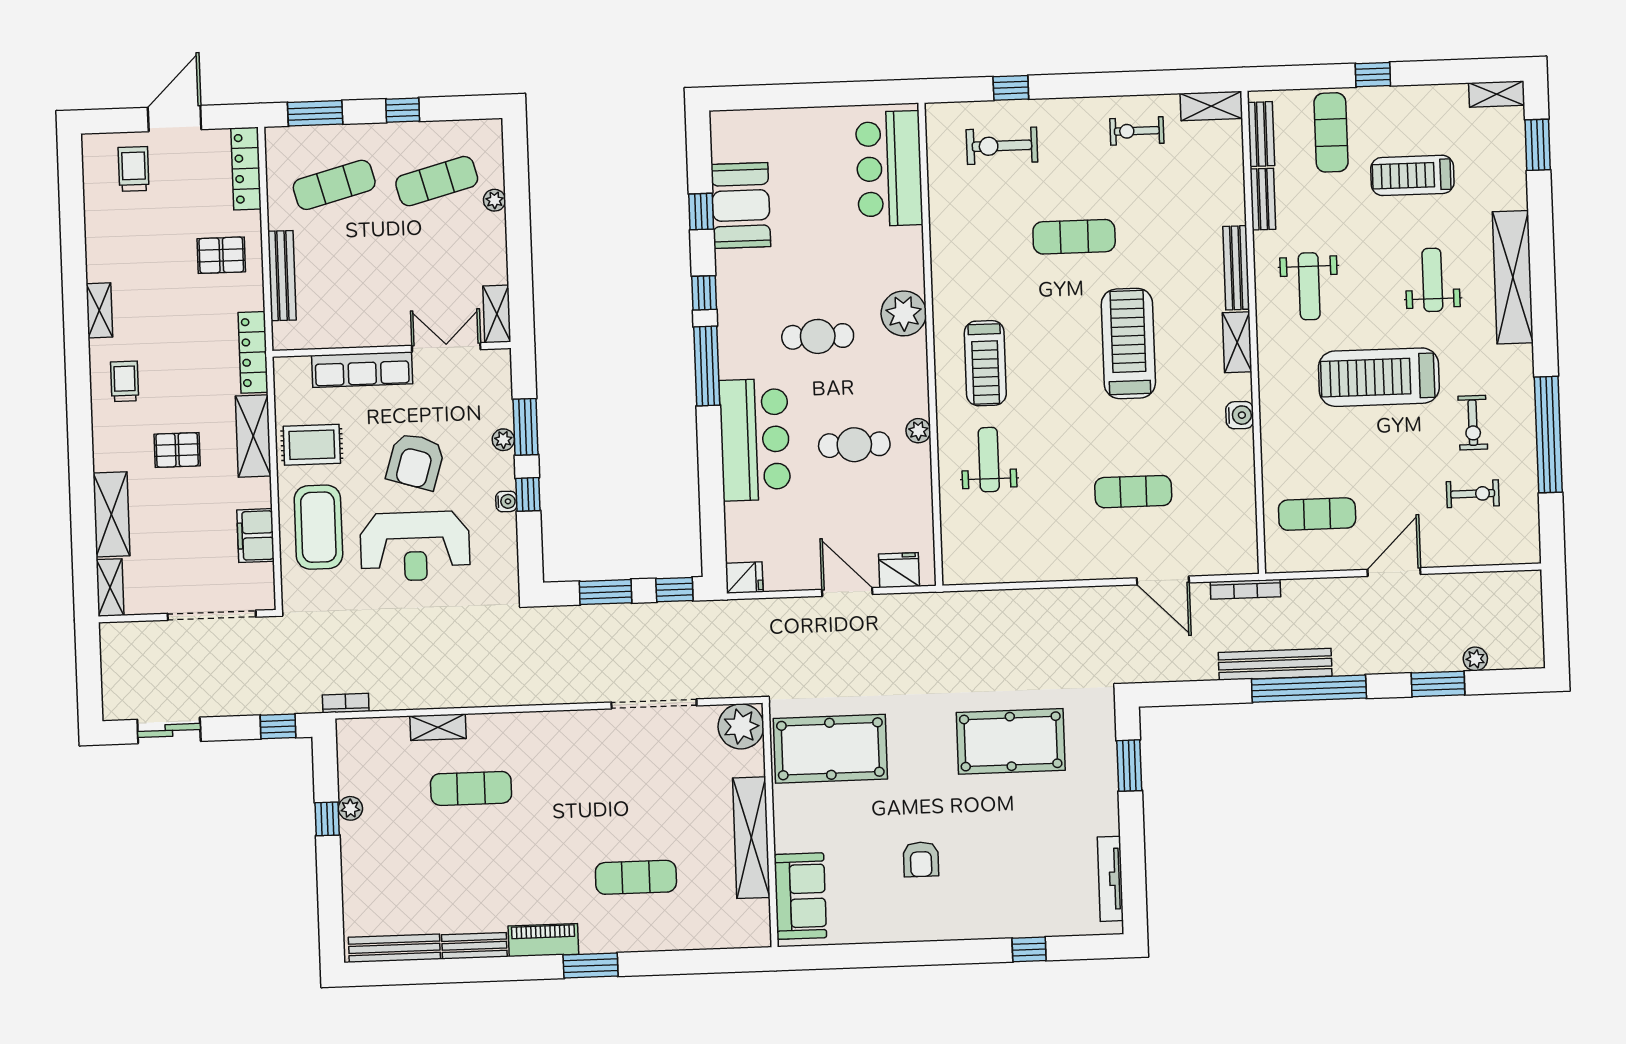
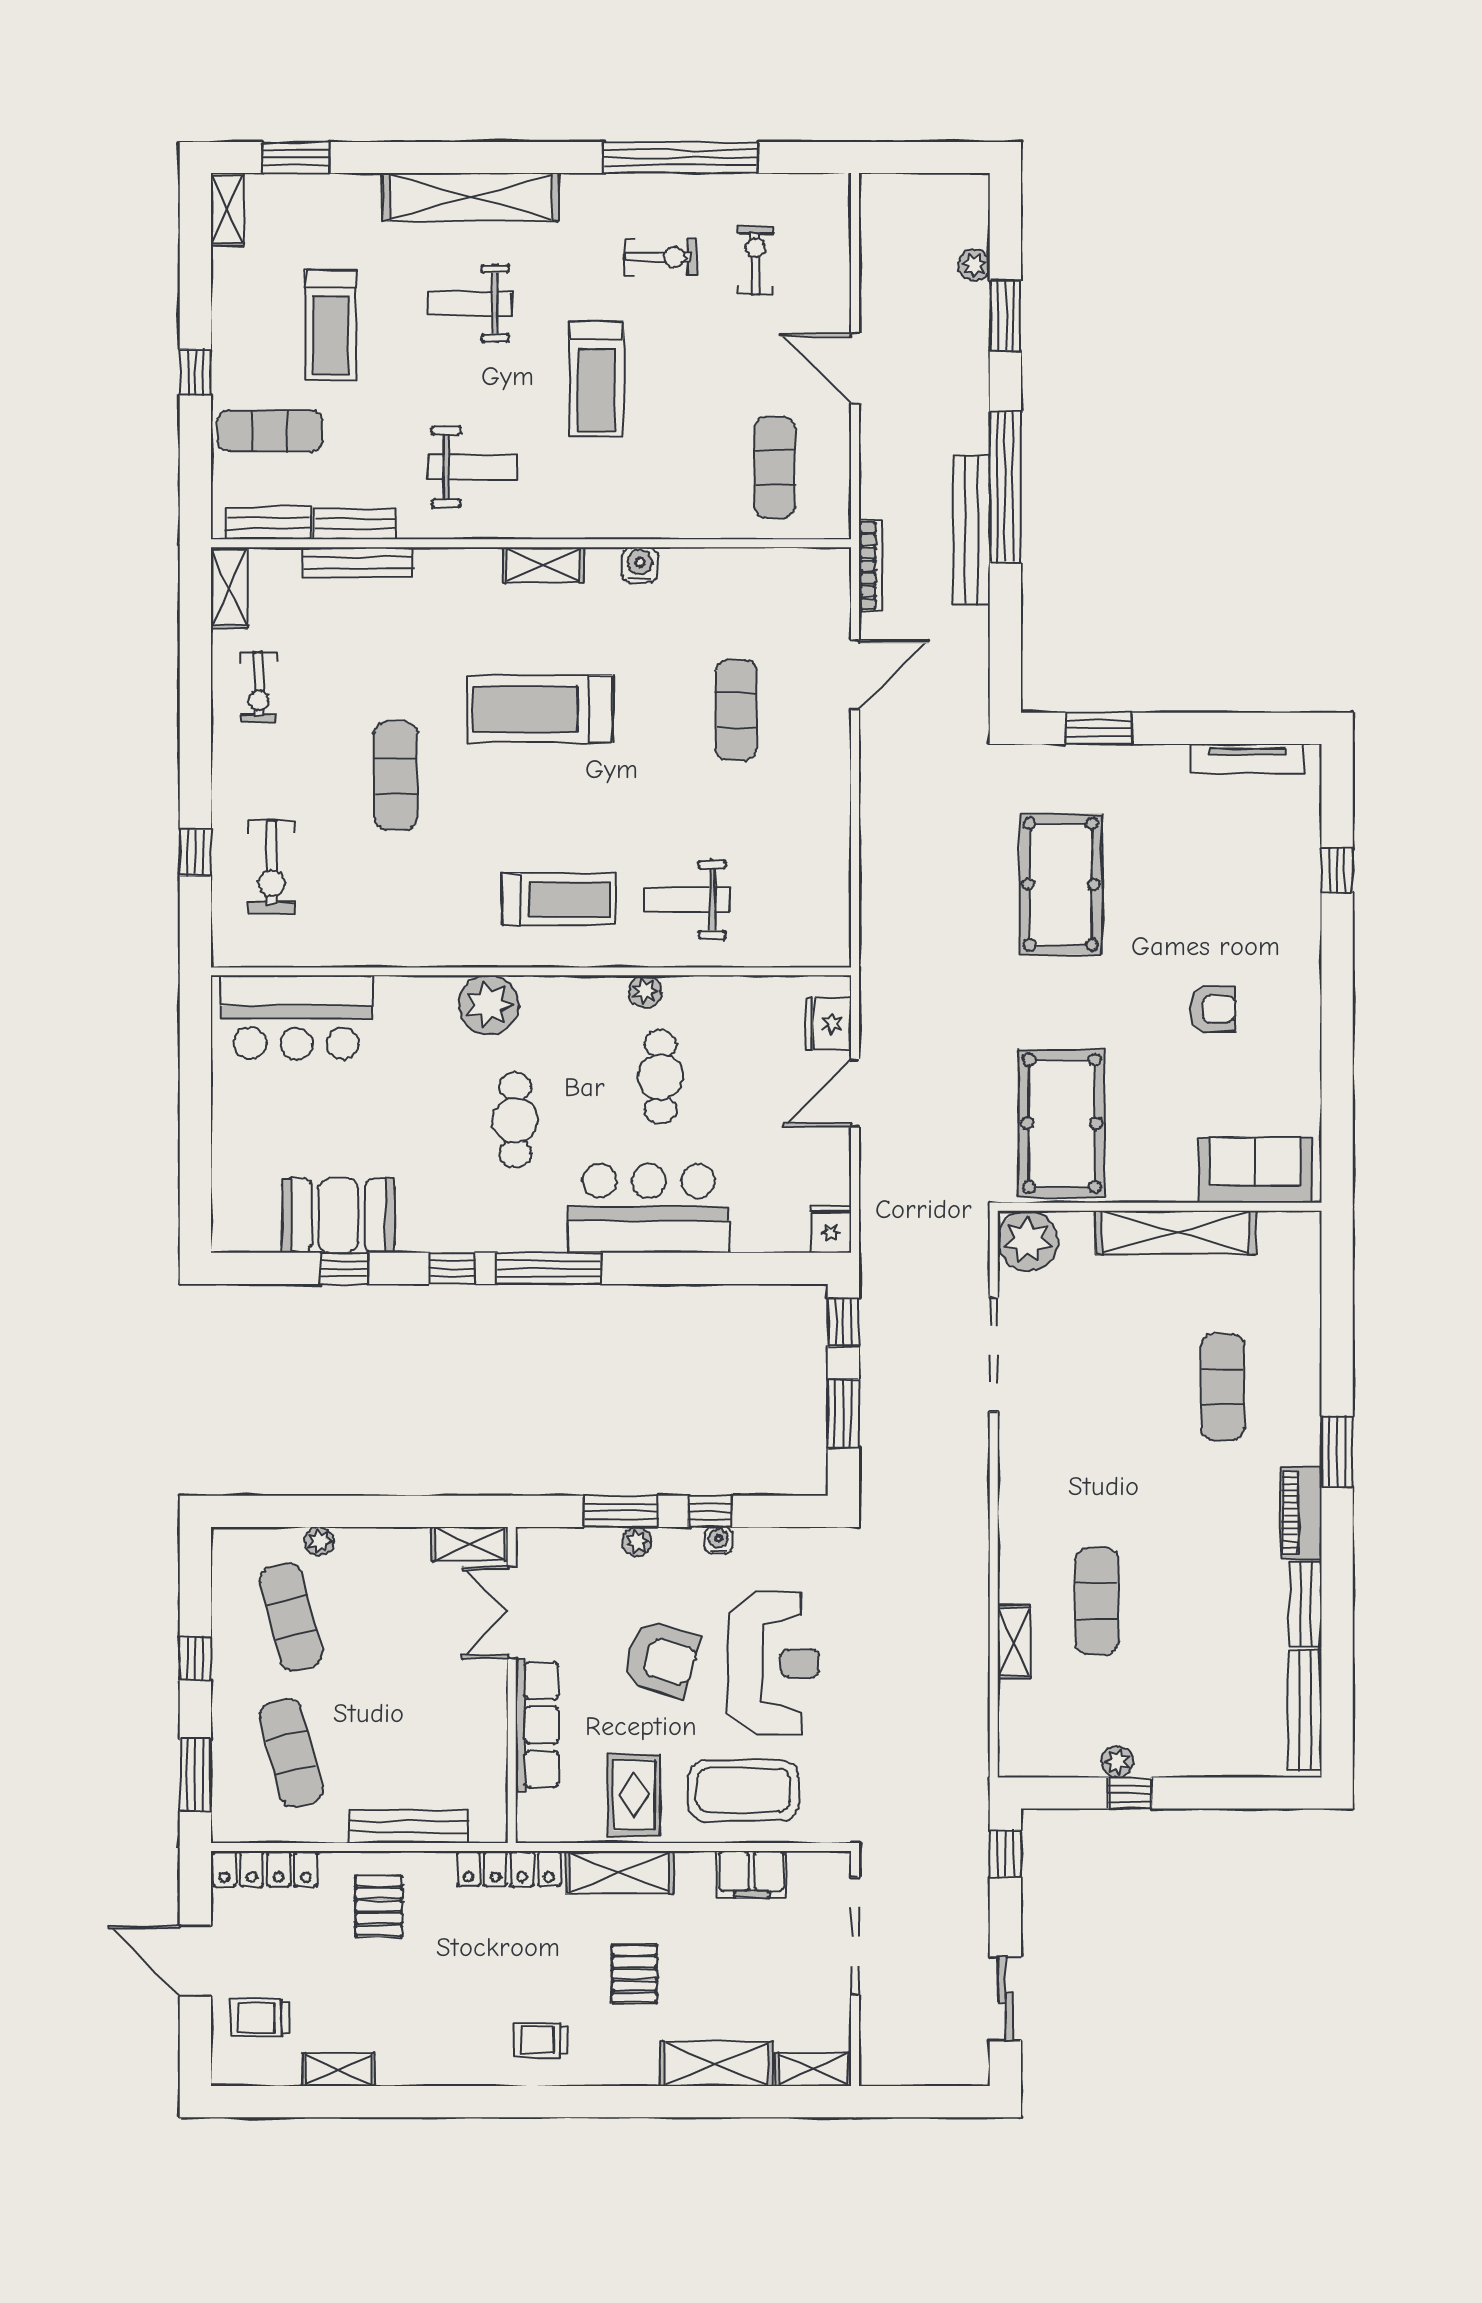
bench: (1236, 268) -> (358, 563), moved
shelving: (99, 310) -> (338, 2070), moved
treadmill: (1379, 377) -> (596, 379), width x0.73, depth x0.73
bookcase: (346, 703) -> (978, 1763), removed

